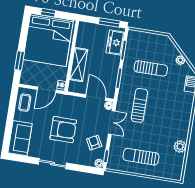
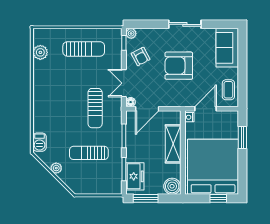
boiler: (85, 29) -> (172, 186), added
door: (96, 98) -> (147, 109), hinge flipped
plant: (180, 146) -> (40, 52), moved

